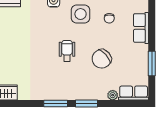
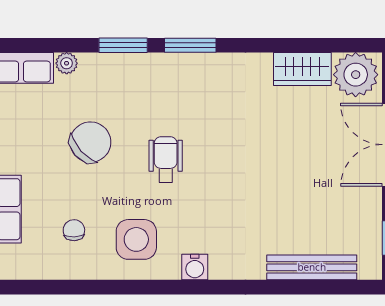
wheelchair: (67, 51) -> (166, 159), turned 180

